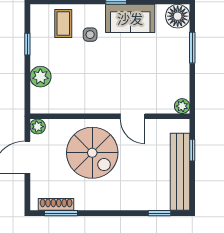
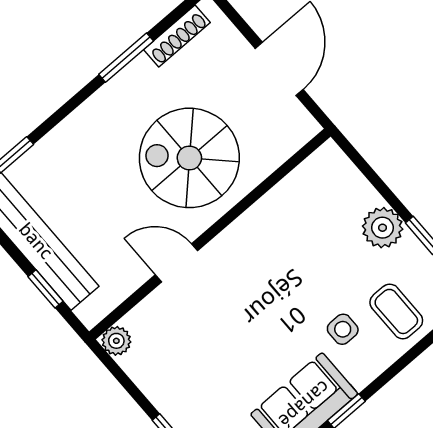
plant: (40, 77) -> (383, 228), moved
plant: (38, 127) -> (303, 127), removed
window: (61, 213) -> (126, 58), moved

